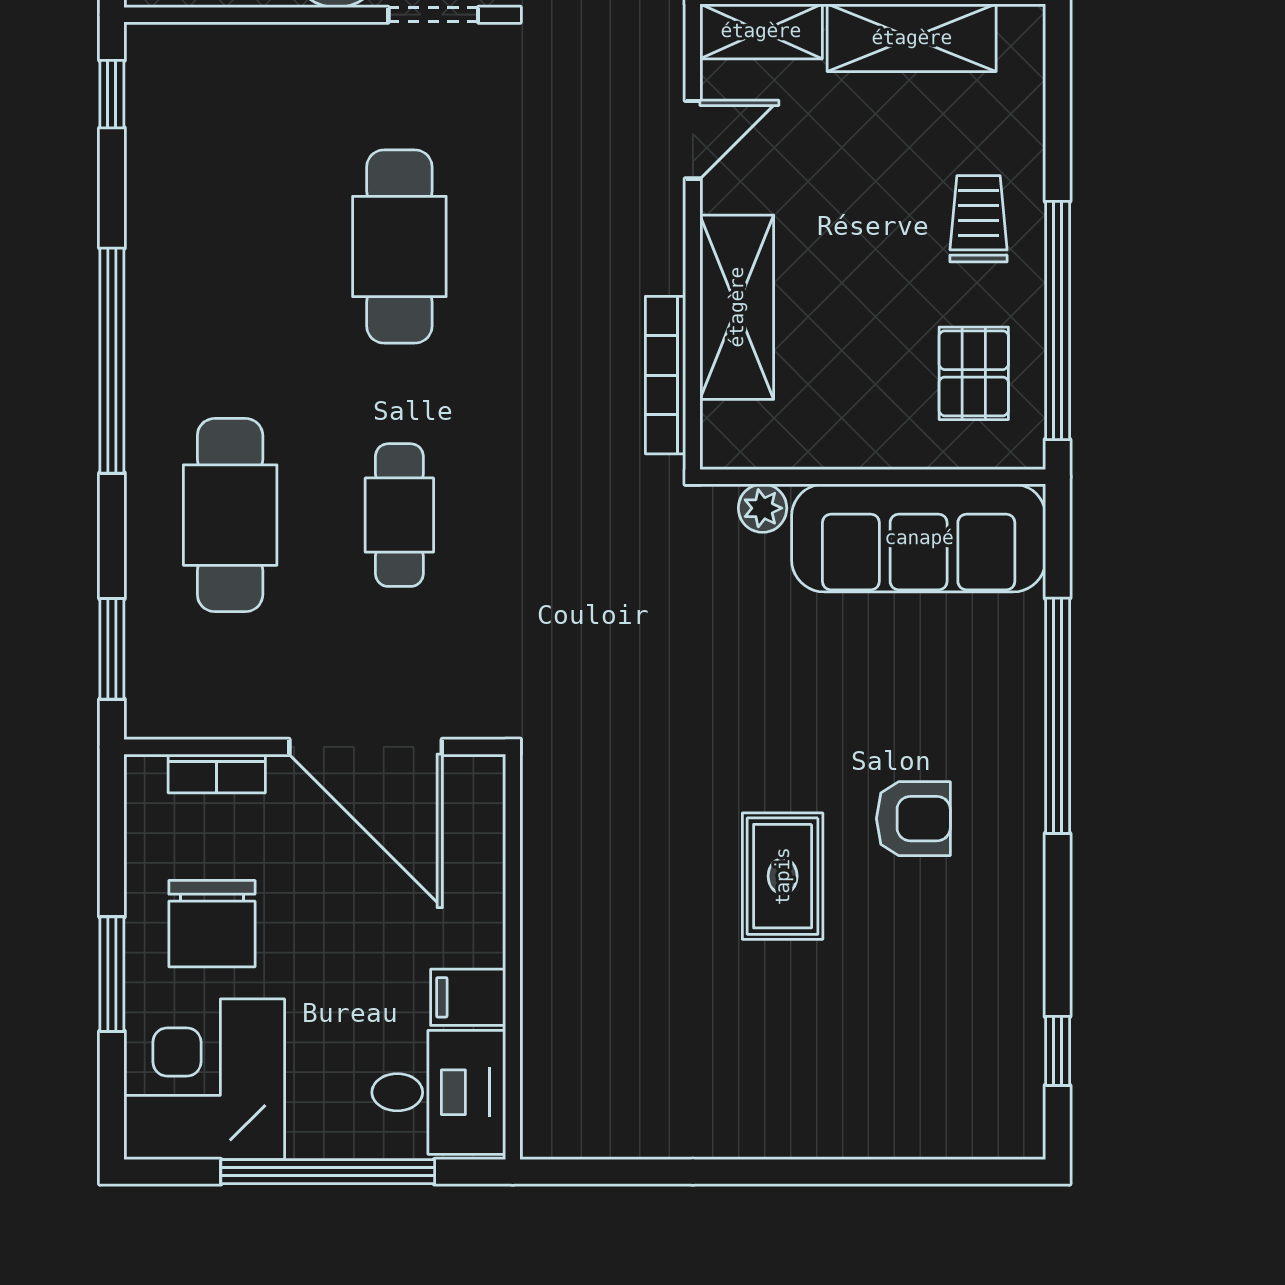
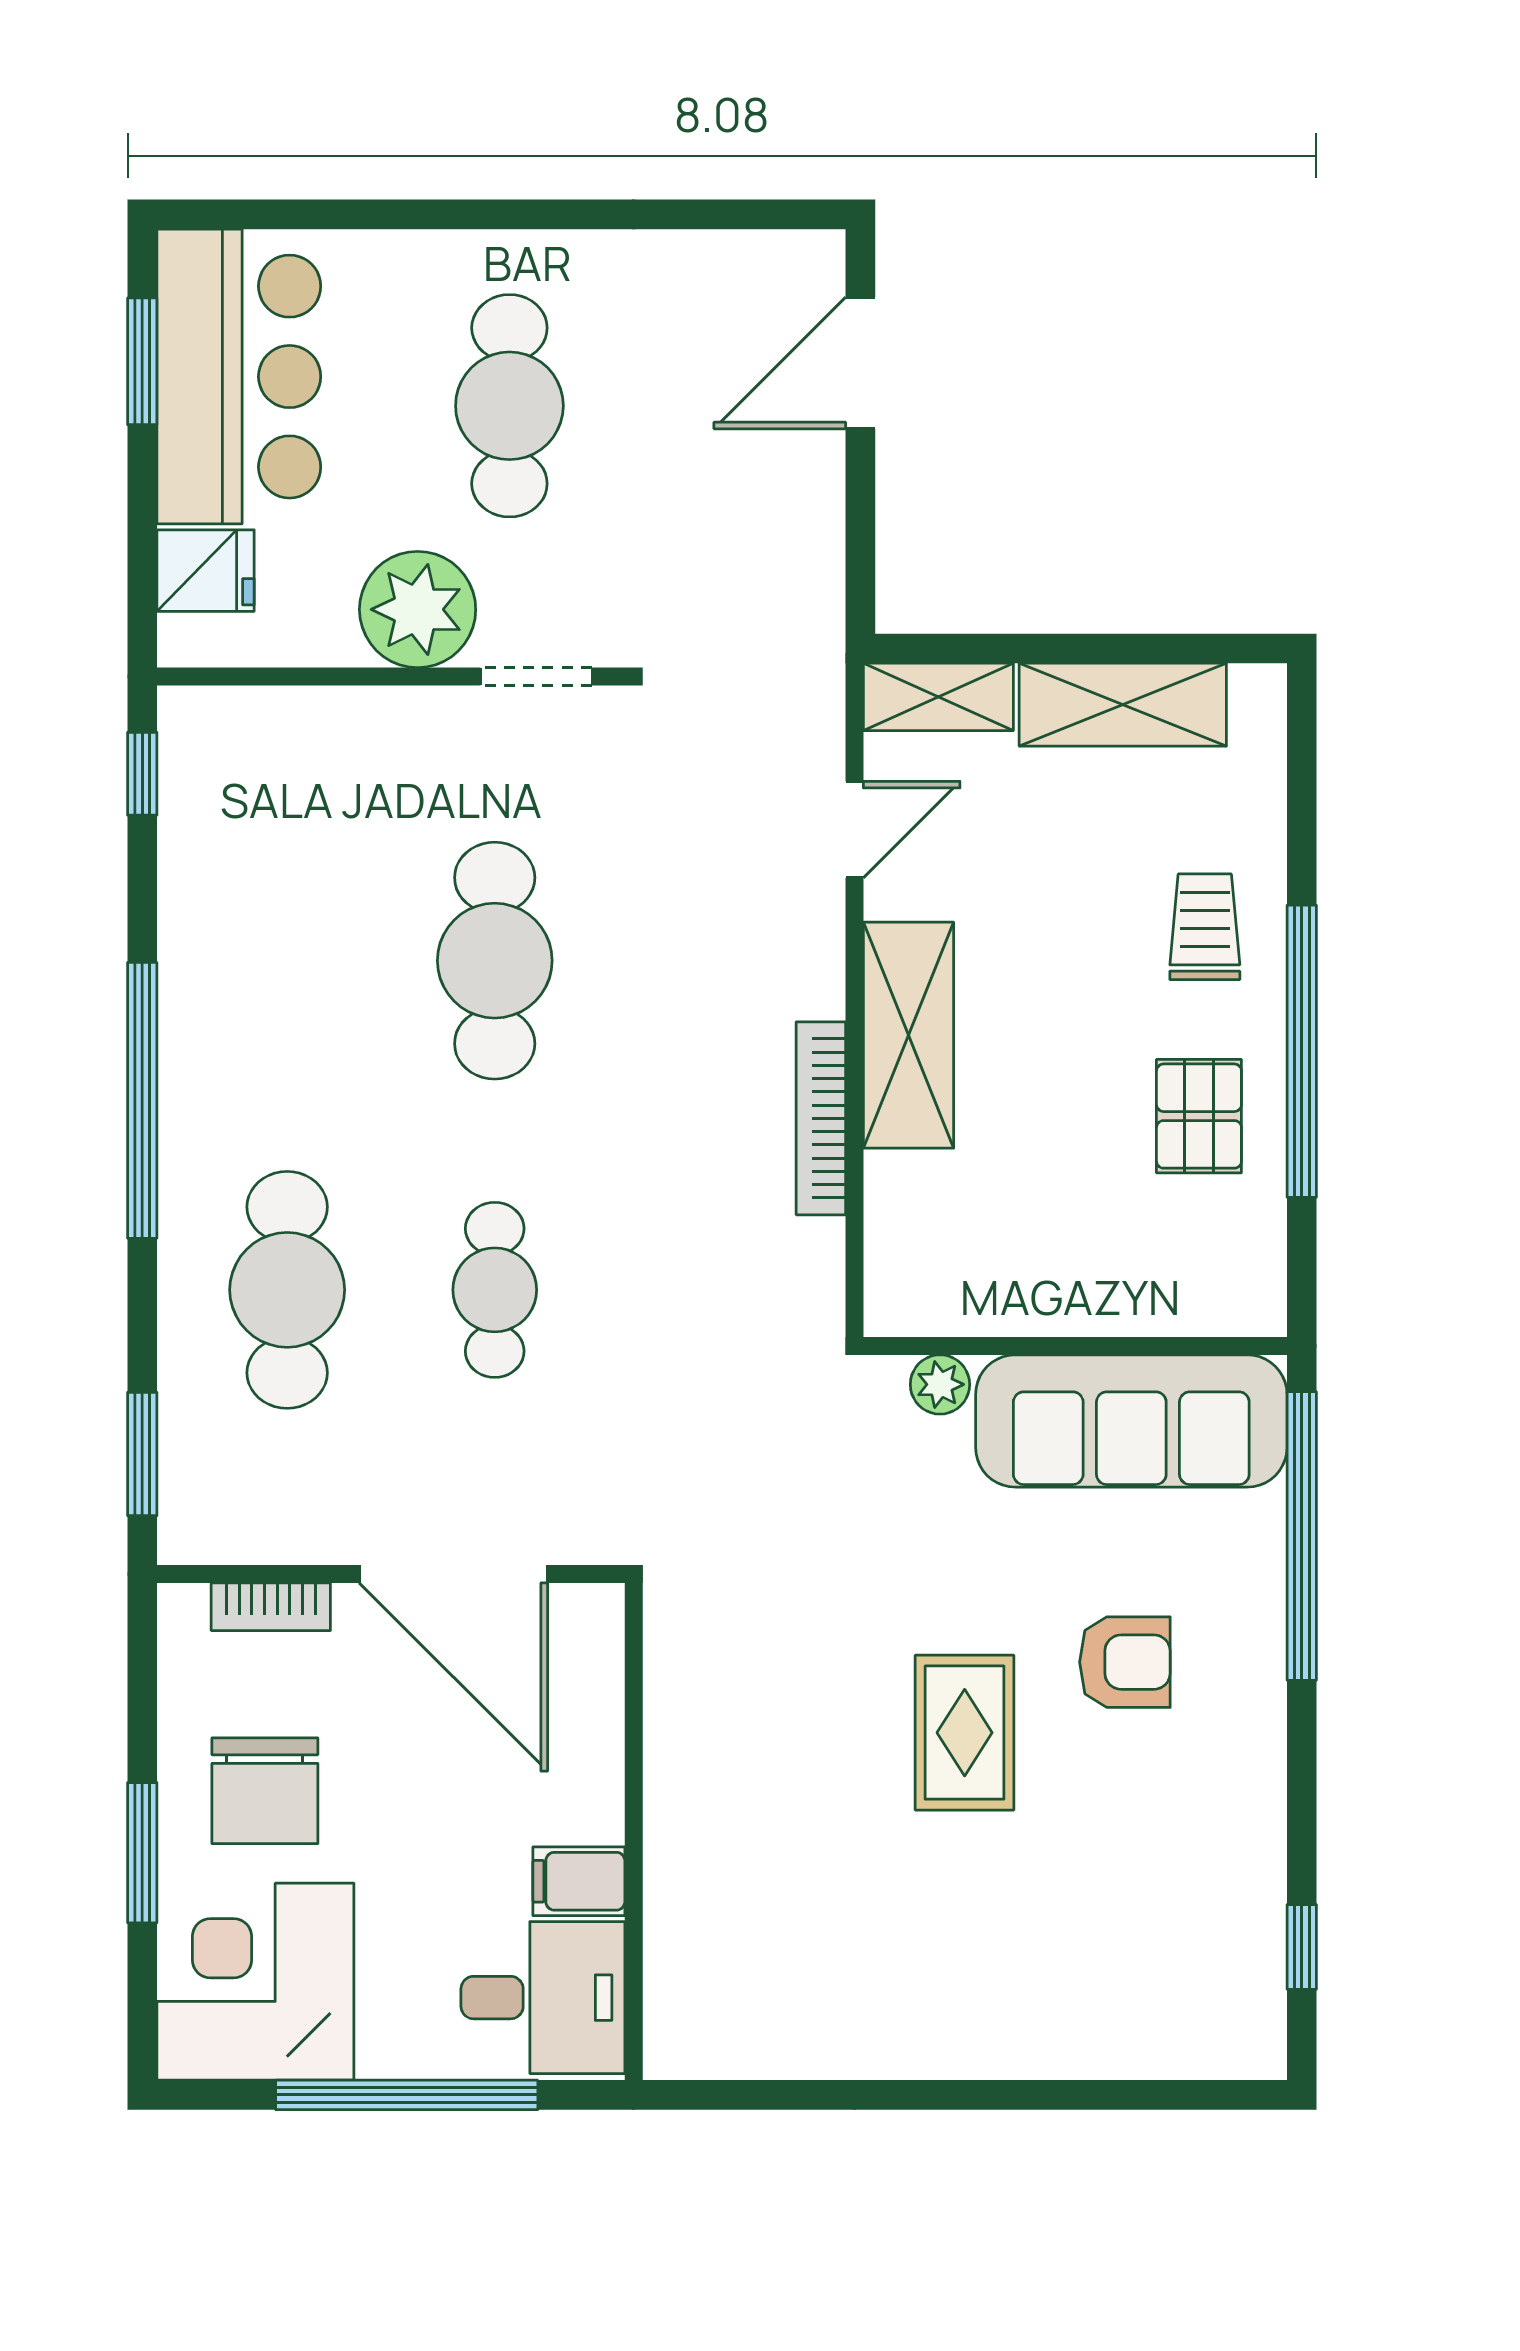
wall: (873, 477) -> (1075, 1346), moved
plant: (763, 508) -> (940, 1384), moved
sofa: (919, 538) -> (1131, 1421), moved

